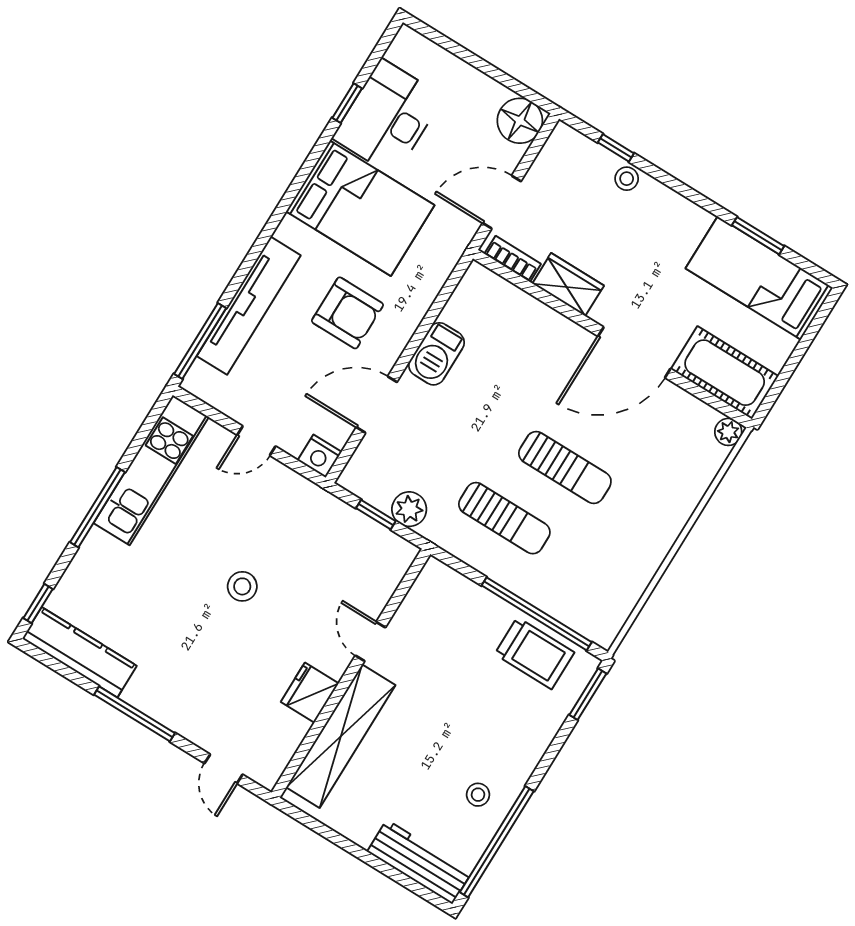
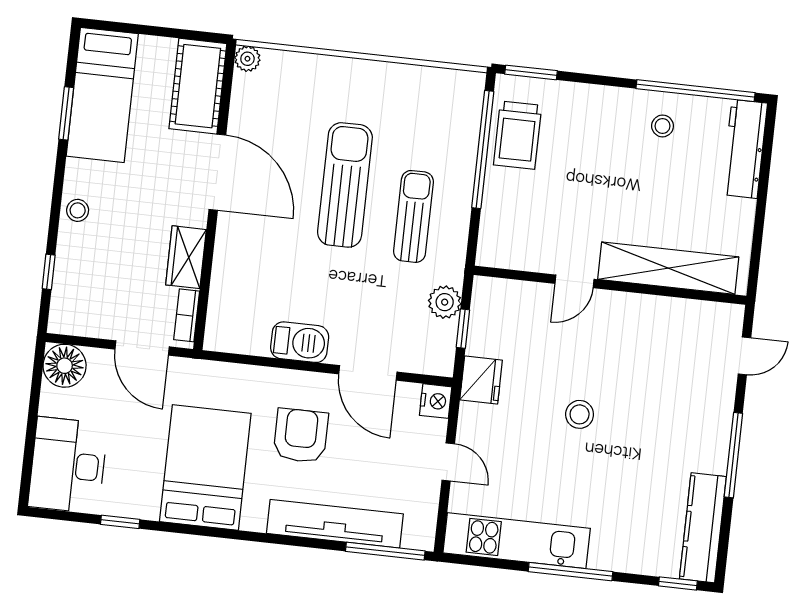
desk: (388, 117) -> (68, 465), moved, turned 90
stool: (627, 179) -> (78, 210), moved
sun lounger: (565, 467) -> (345, 185), width x1.36, depth x1.34
trolley: (534, 653) -> (518, 135), turned 180
fridge: (310, 693) -> (481, 380), moved, turned -90

